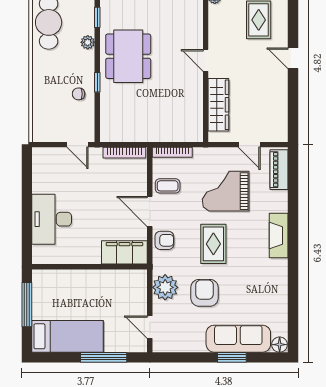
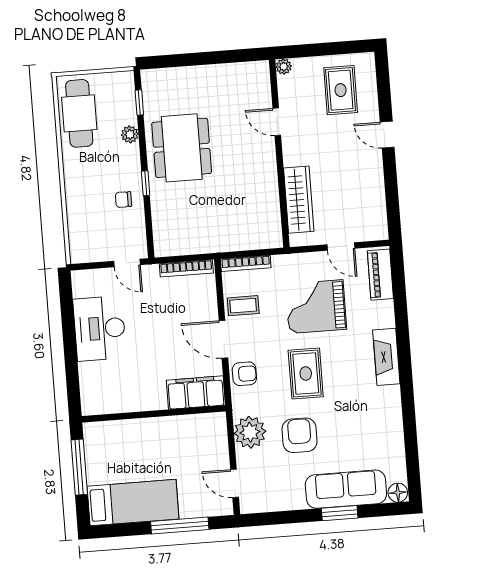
door: (206, 60) -> (277, 122), moved
desk: (52, 219) -> (100, 328), moved

